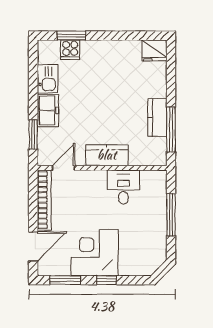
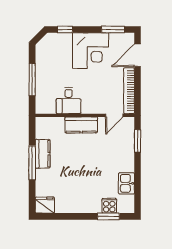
freezer: (48, 111) -> (126, 159), removed
window: (171, 130) -> (32, 163), moved
window: (106, 280) -> (65, 30), moved

